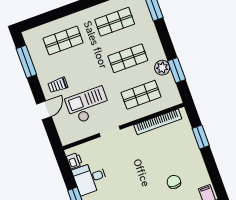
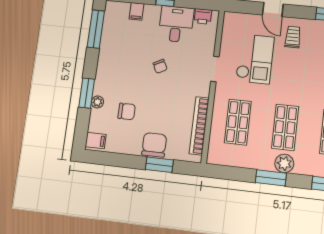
plant: (162, 68) -> (284, 163), moved
window: (177, 70) -> (271, 178), moved
chair: (188, 148) -> (154, 145), added
chair: (128, 174) -> (160, 66), added

